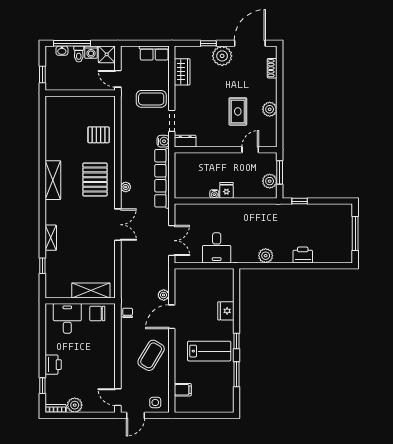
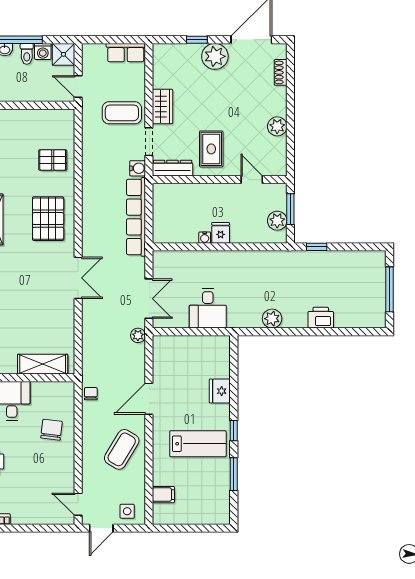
wardrobe: (182, 72) -> (162, 106), moved
rug: (238, 111) -> (211, 149), moved
dresser: (185, 141) -> (173, 168), width x1.44
door: (250, 150) -> (252, 180), hinge flipped
plant: (126, 187) -> (88, 228), removed
plant: (164, 295) -> (138, 335), moved
chair: (97, 313) -> (52, 430), moved, turned 97
plant: (75, 405) -> (21, 515), removed

